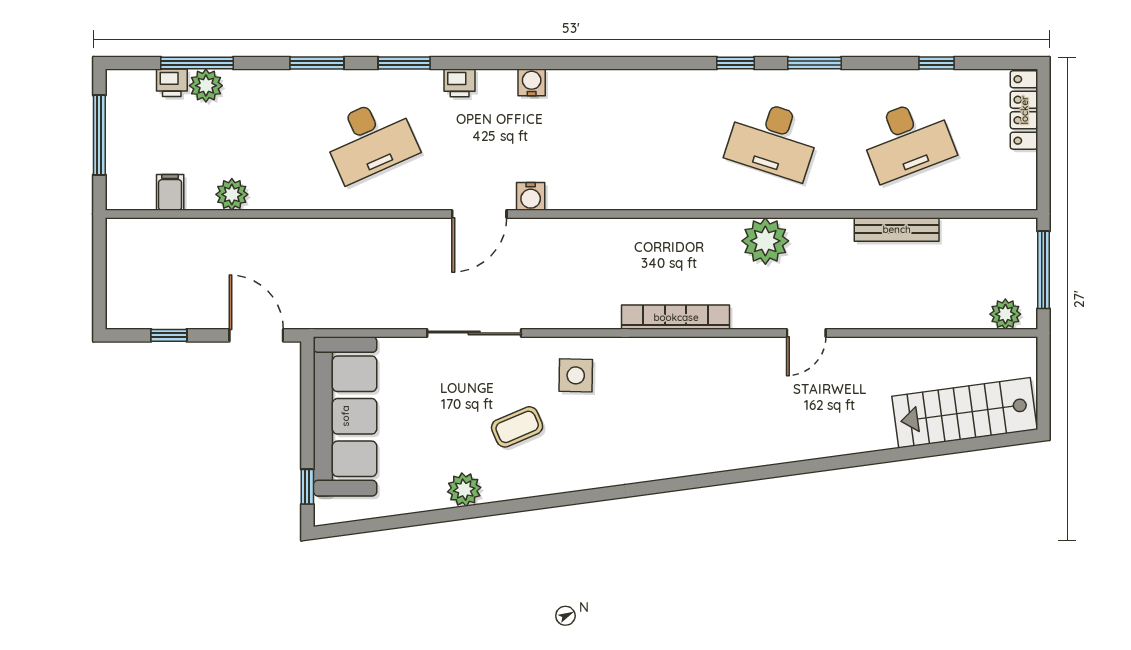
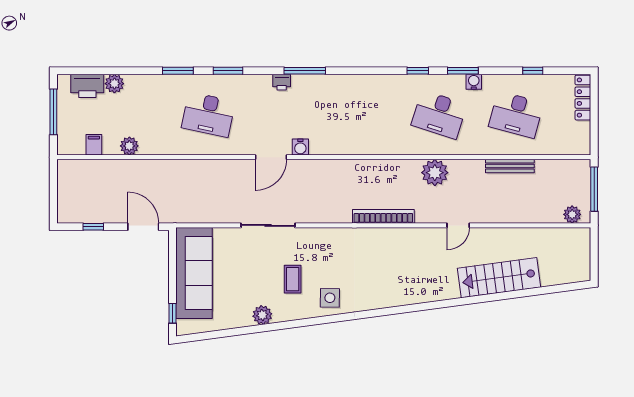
window: (197, 63) -> (305, 71), moved
water cooler: (532, 82) -> (474, 82), moved
printer: (172, 83) -> (87, 86), width x1.87, depth x1.48
printer: (460, 83) -> (282, 82), moved
desk: (370, 140) -> (208, 115), turned 36
desk: (907, 140) -> (516, 115), turned 36
side table: (576, 375) -> (330, 298), moved
stairs: (964, 413) -> (499, 278), moved
coffee table: (517, 427) -> (293, 279), turned -67

